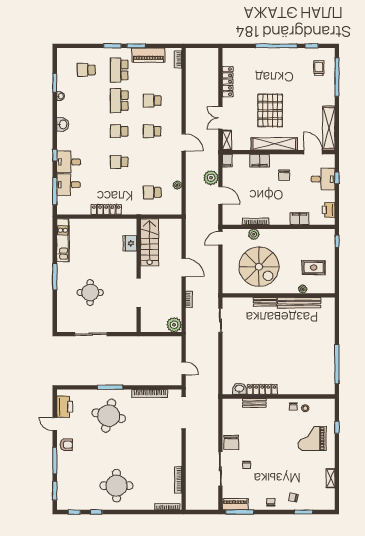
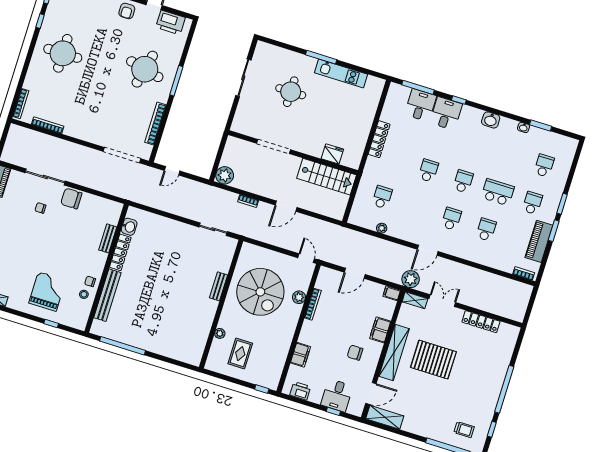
school desk: (119, 70) -> (532, 203), width x0.54
shelving: (329, 128) -> (385, 417), width x0.68
plant: (211, 178) -> (411, 279), moved
kitchen unit: (63, 240) -> (341, 73), moved
spiral stairs: (259, 267) -> (260, 292), turned -90
bench: (299, 303) -> (107, 295), moved

